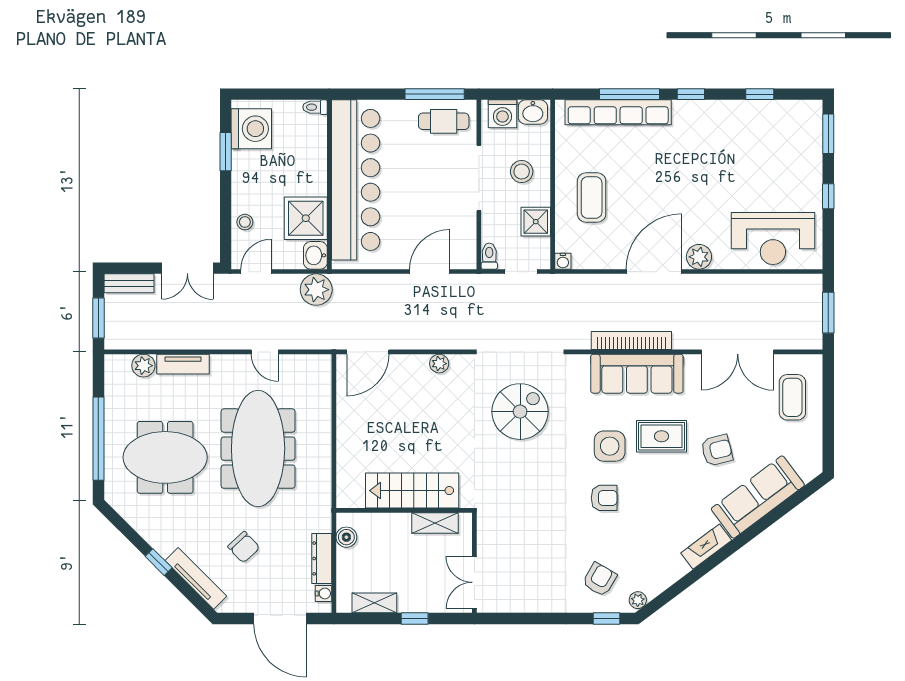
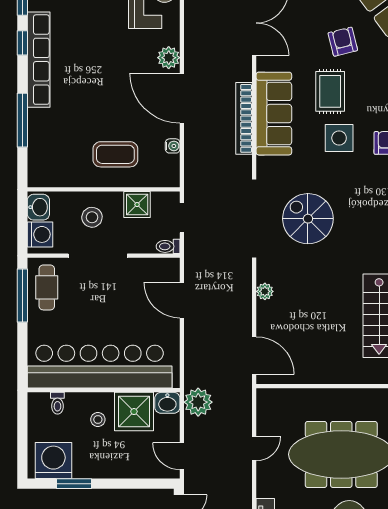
window: (691, 94) -> (22, 43), moved
toilet: (315, 107) -> (57, 403), moved
row of seats: (618, 112) -> (39, 60), moved
stool: (245, 222) -> (98, 419), moved
water cooler: (563, 261) -> (173, 146), moved

